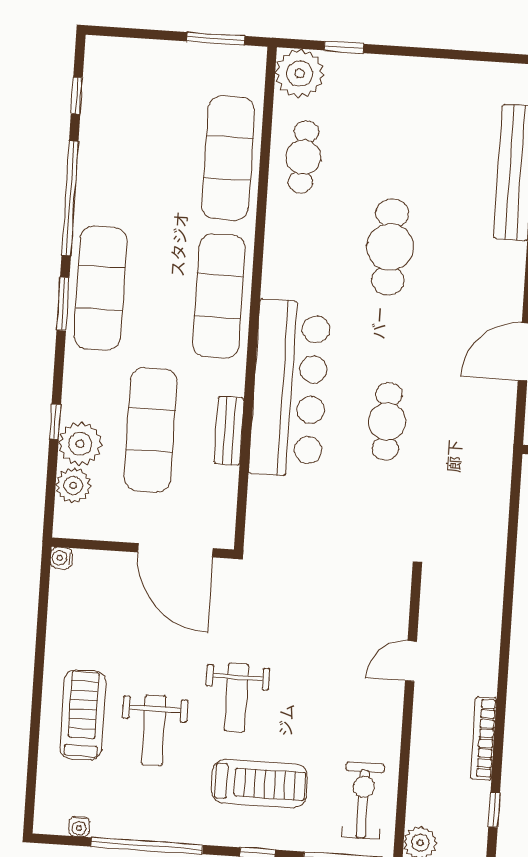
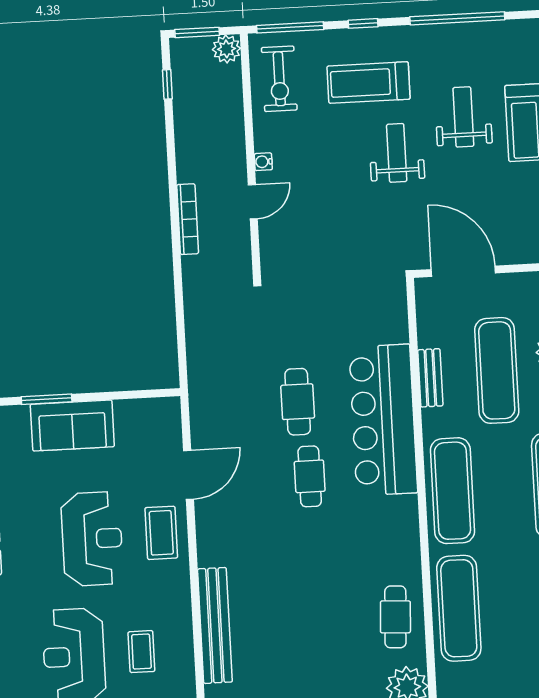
cafe table: (390, 247) -> (310, 476), moved, width x0.73, depth x0.74
bookcase: (484, 738) -> (188, 219), moved
water cooler: (79, 827) -> (263, 162), moved, turned -90

